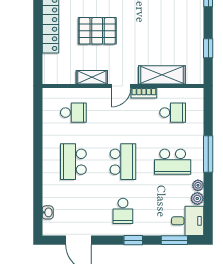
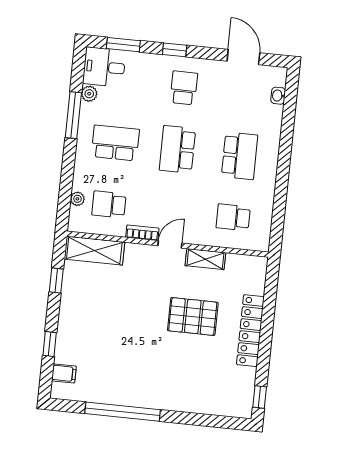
shelving: (162, 75) -> (94, 251), moved
window: (208, 154) -> (73, 115), moved
plant: (198, 185) -> (77, 199), moved

